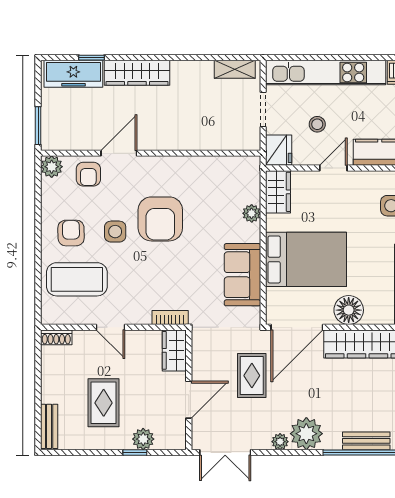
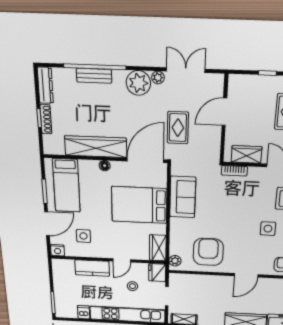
door: (119, 153) -> (246, 275), moved
plant: (252, 213) -> (175, 261), moved
armchair: (160, 219) -> (208, 252), moved
floor lamp: (349, 310) -> (105, 166), width x0.53, depth x0.53
wardrobe: (174, 350) -> (246, 154), moved, turned -90
plant: (143, 439) -> (260, 83), removed
double door: (225, 452) -> (186, 70), moved

